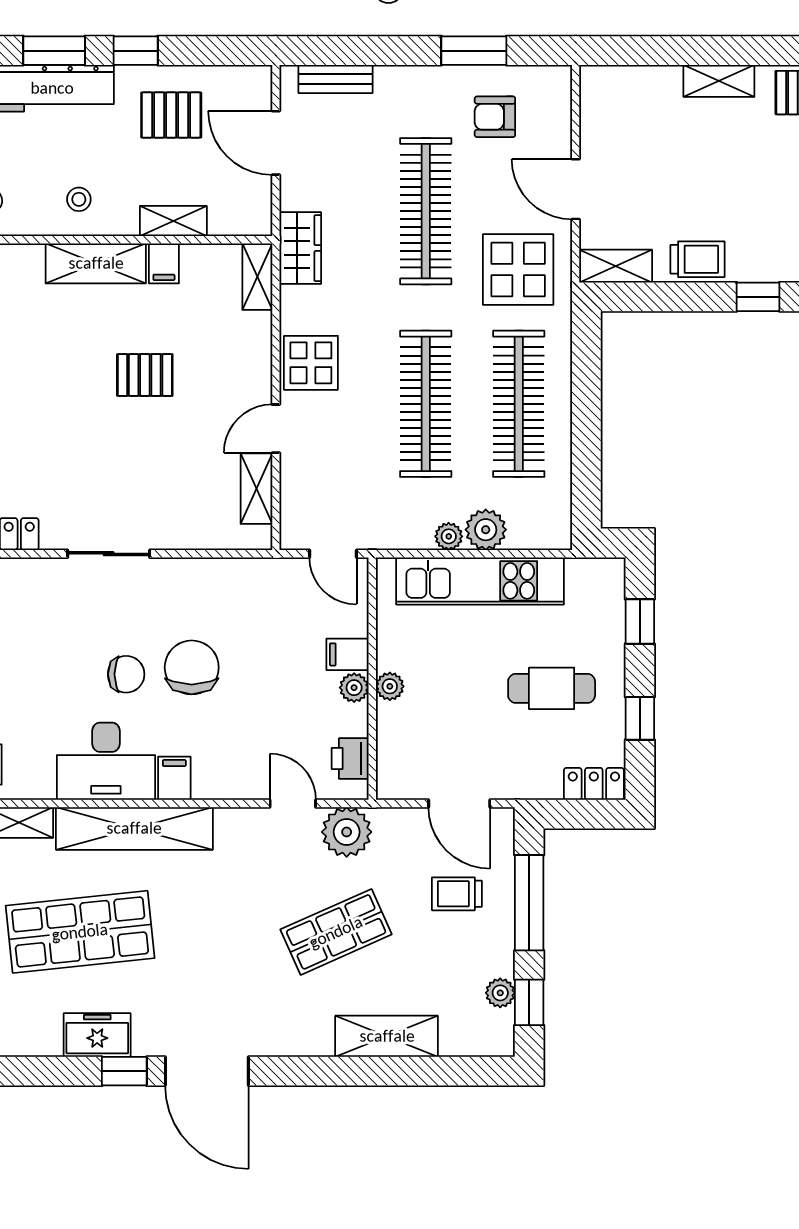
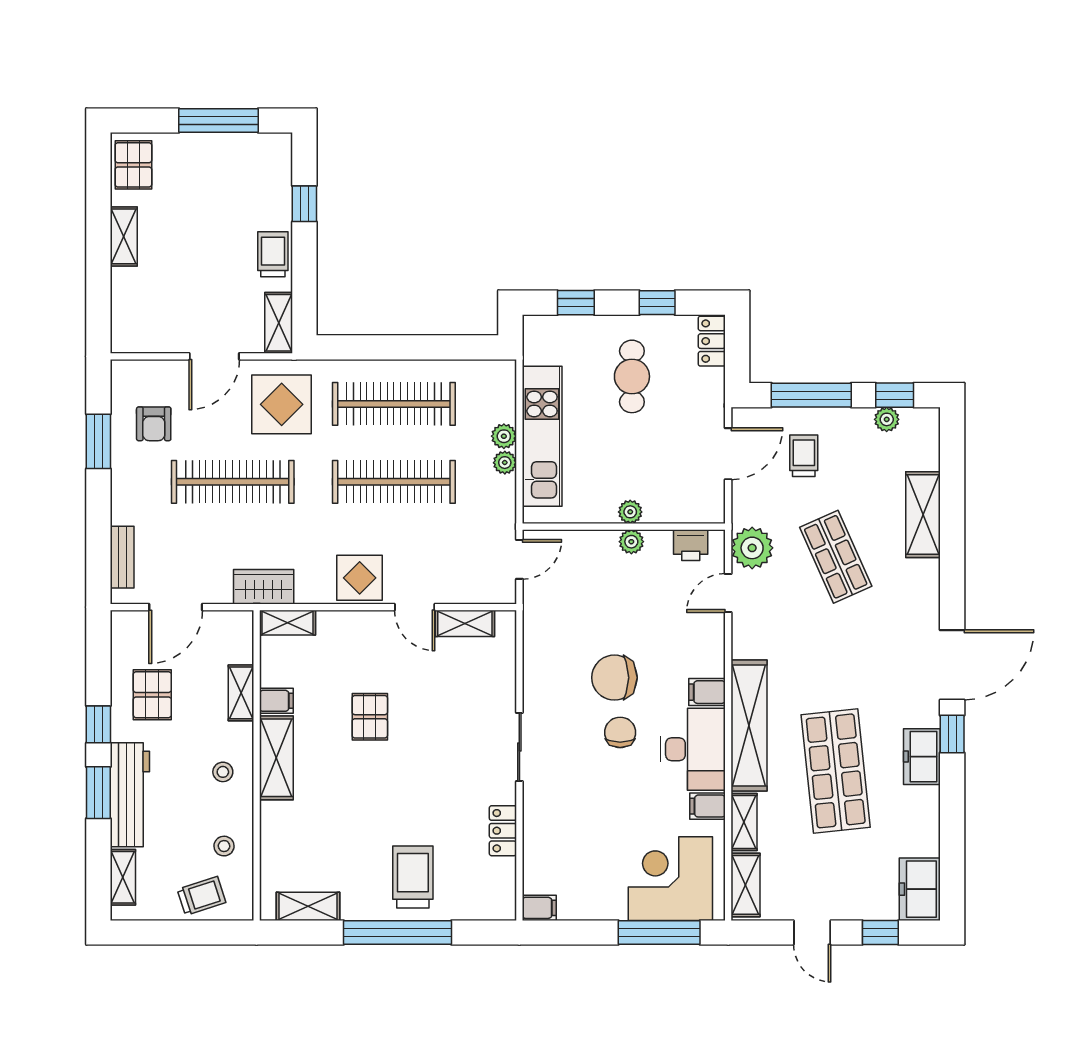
plant: (486, 530) -> (504, 436), width x0.73, depth x0.73
filing cabinet: (348, 654) -> (708, 806), moved, turned 90
trolley: (457, 894) -> (804, 456), turned 180

